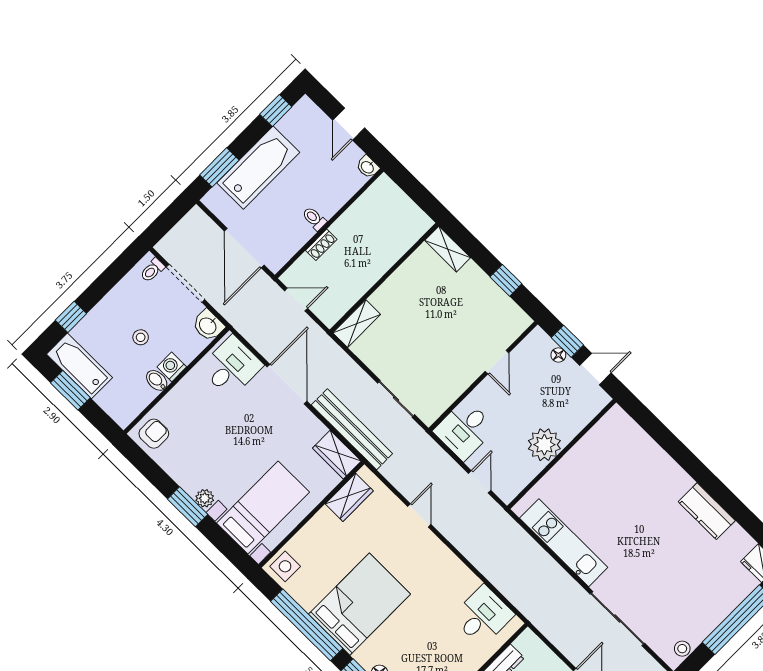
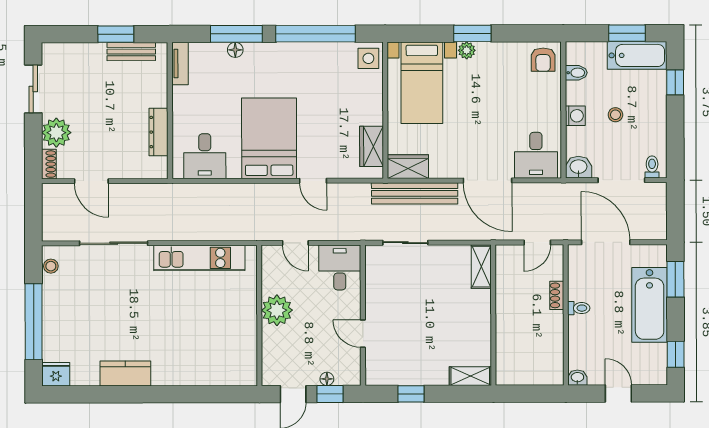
bidet: (157, 380) -> (576, 73), moved
bed: (360, 604) -> (269, 138), moved, turned 180

